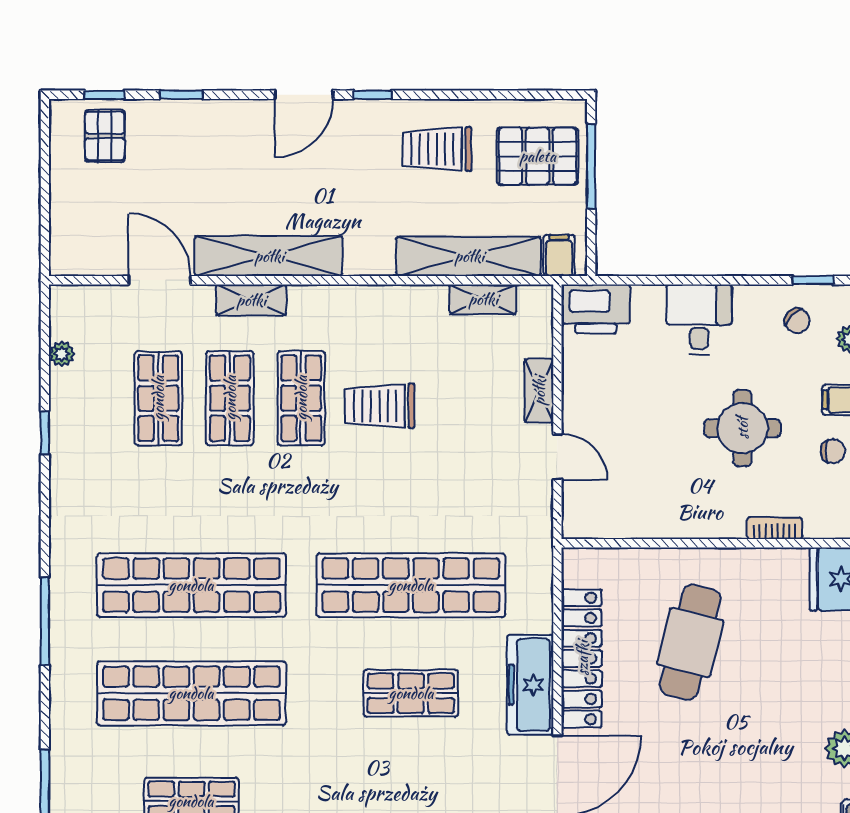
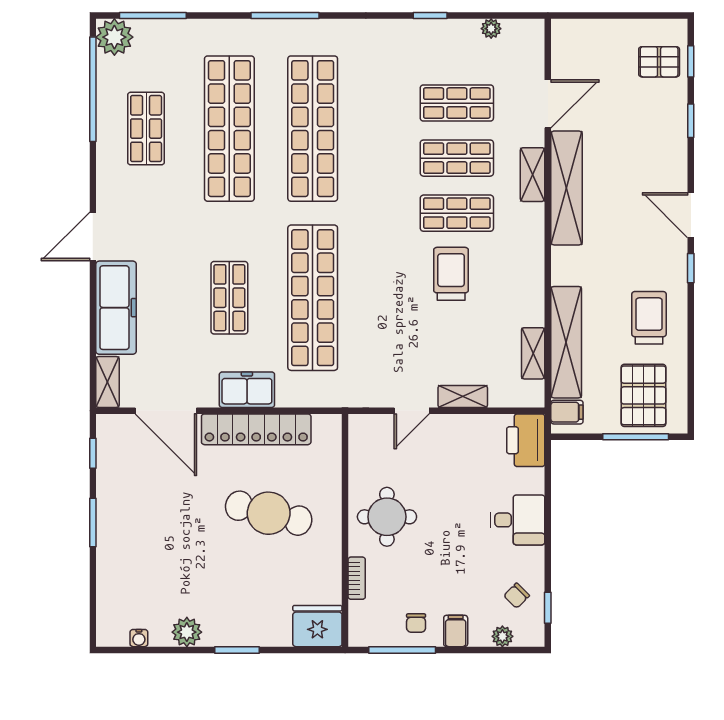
round table: (742, 428) -> (387, 517), moved
freezer: (530, 685) -> (247, 390), width x0.71

